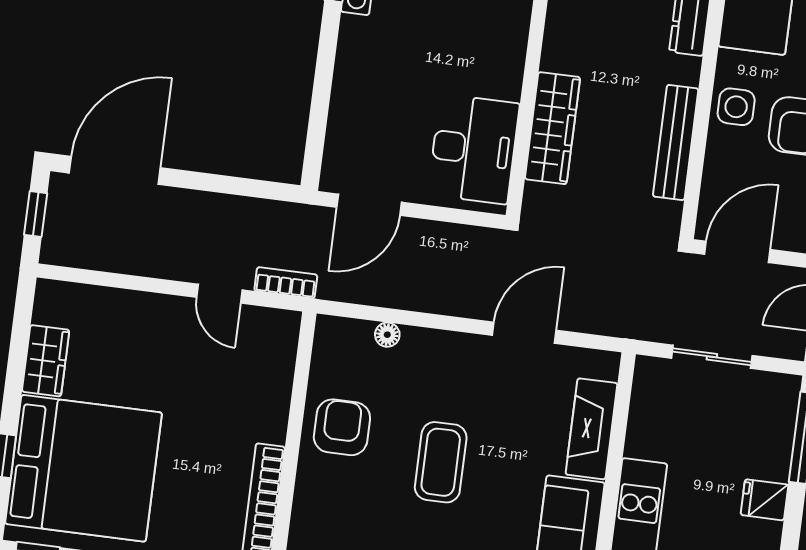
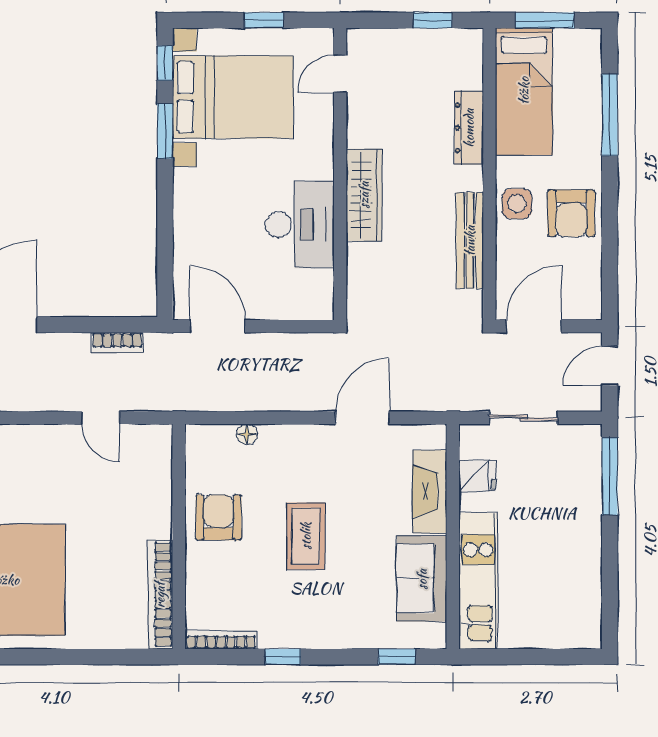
wardrobe: (552, 128) -> (364, 195), moved
desk: (474, 149) -> (300, 225), moved
door: (369, 205) -> (217, 326), swing flipped
bookcase: (286, 283) -> (117, 343), moved, turned 180
fridge: (764, 500) -> (477, 476), moved, turned 180

